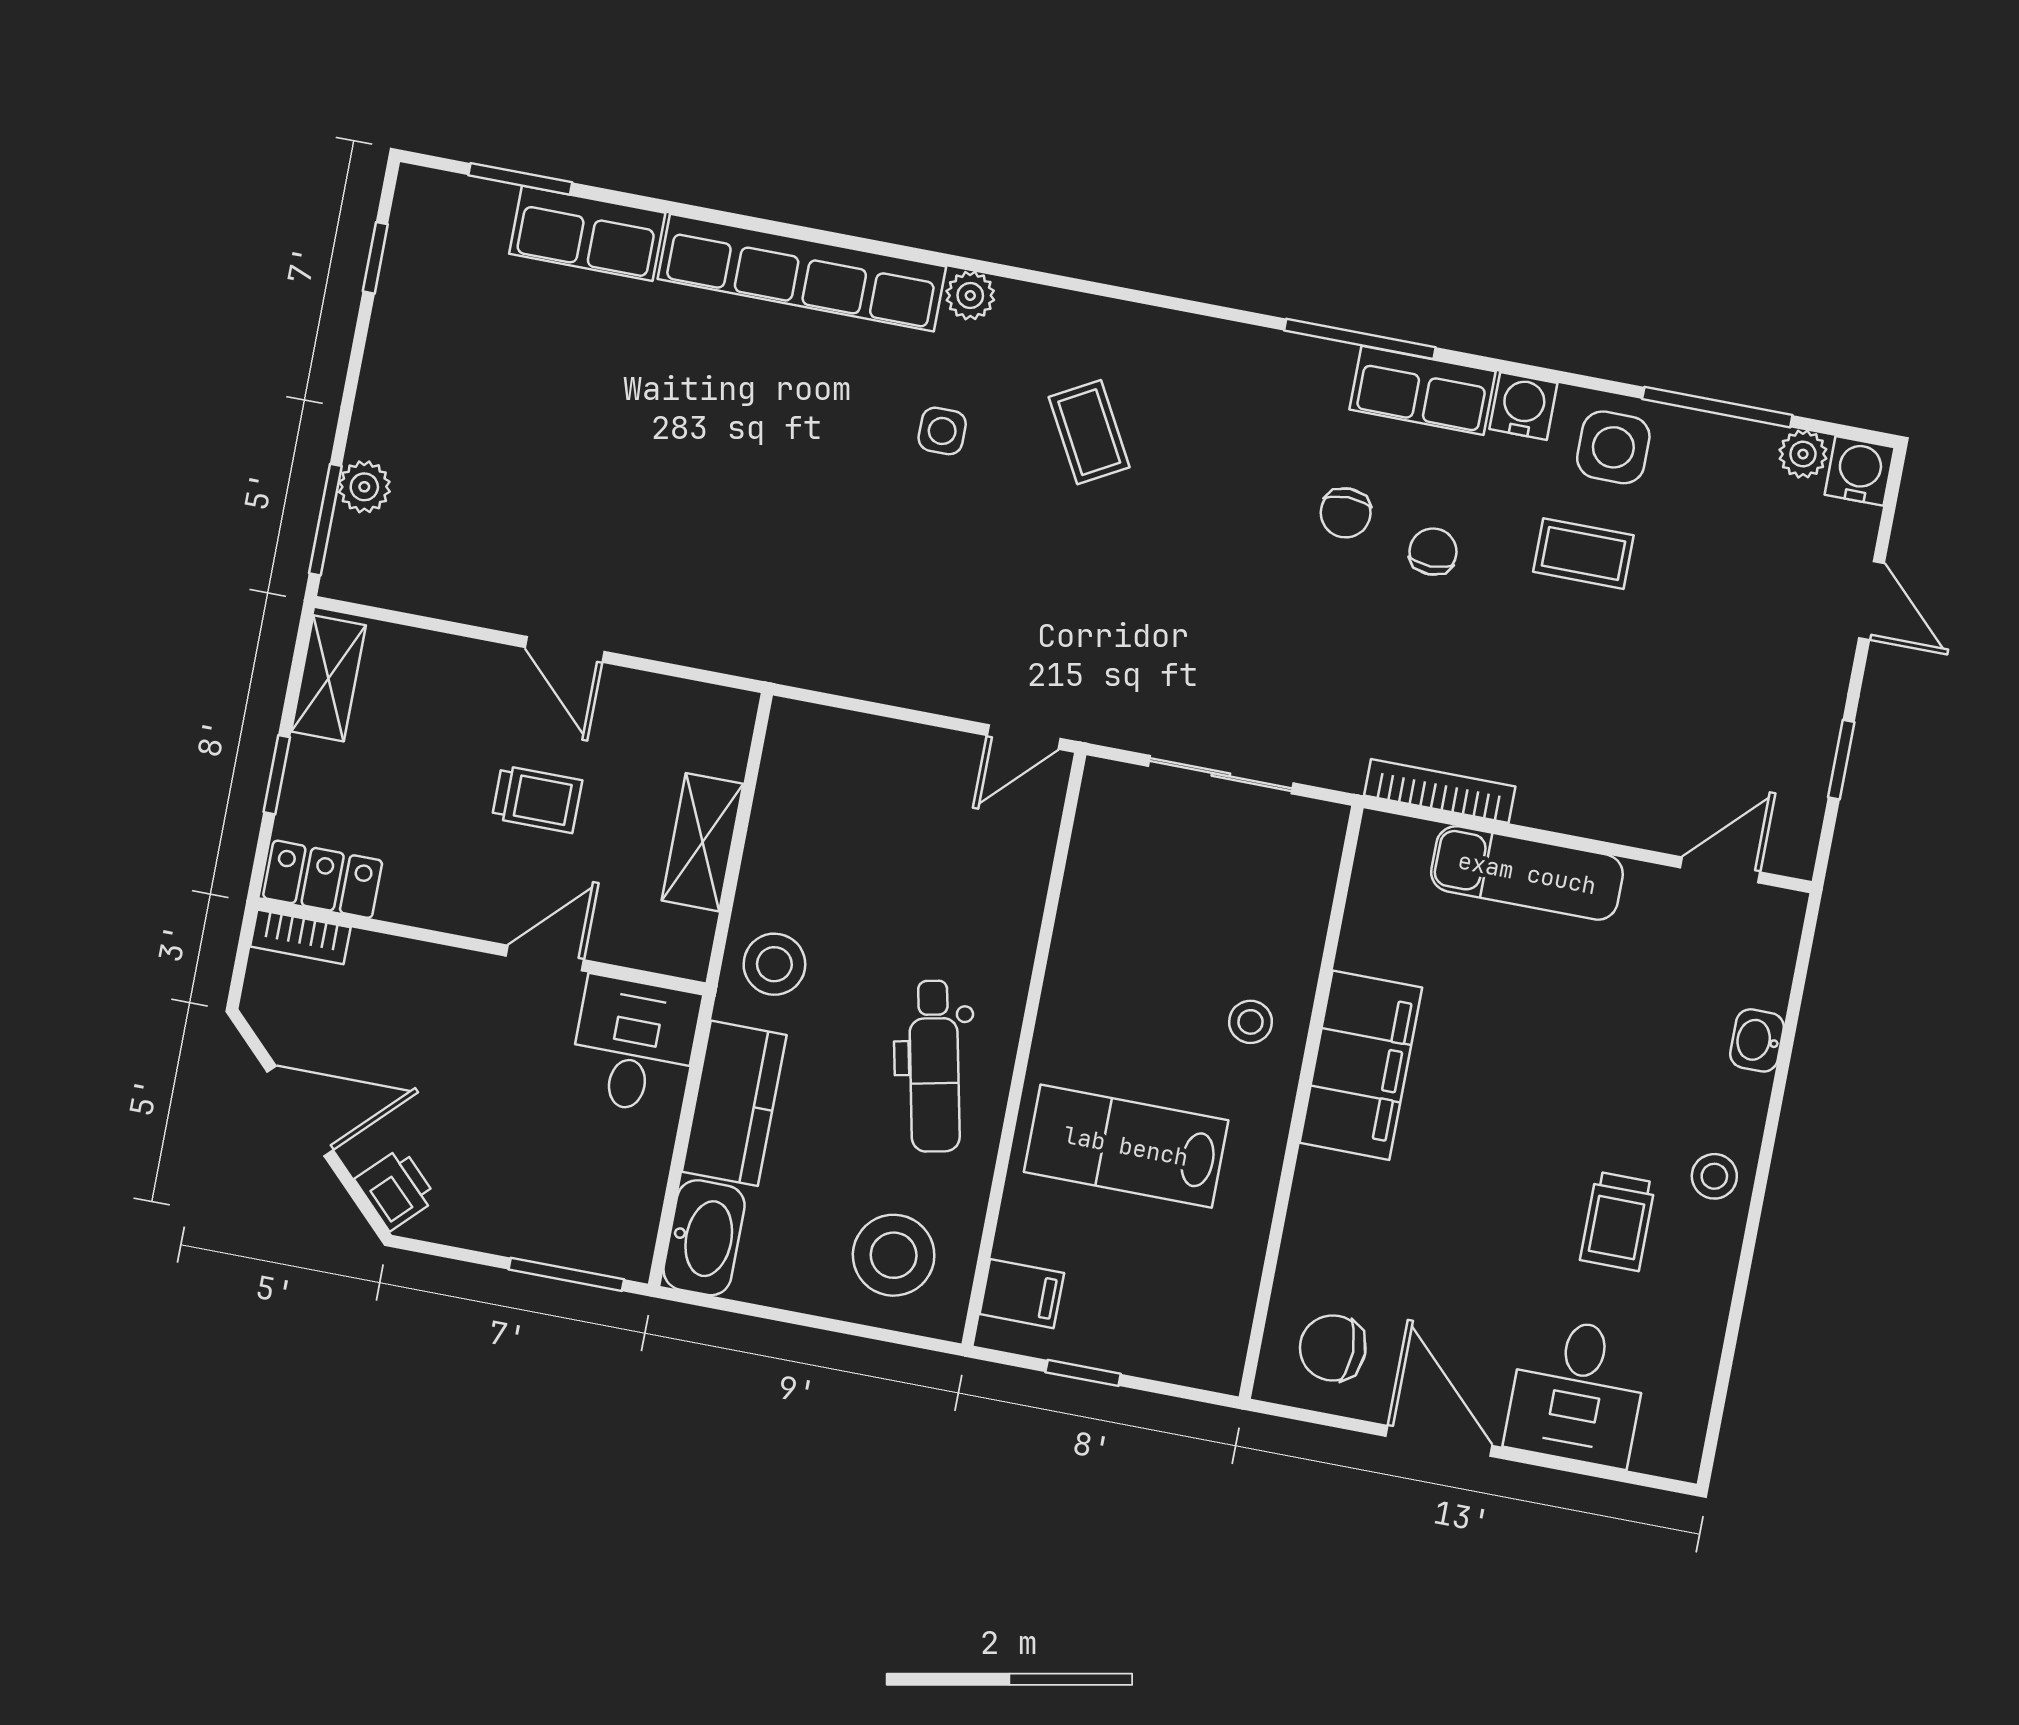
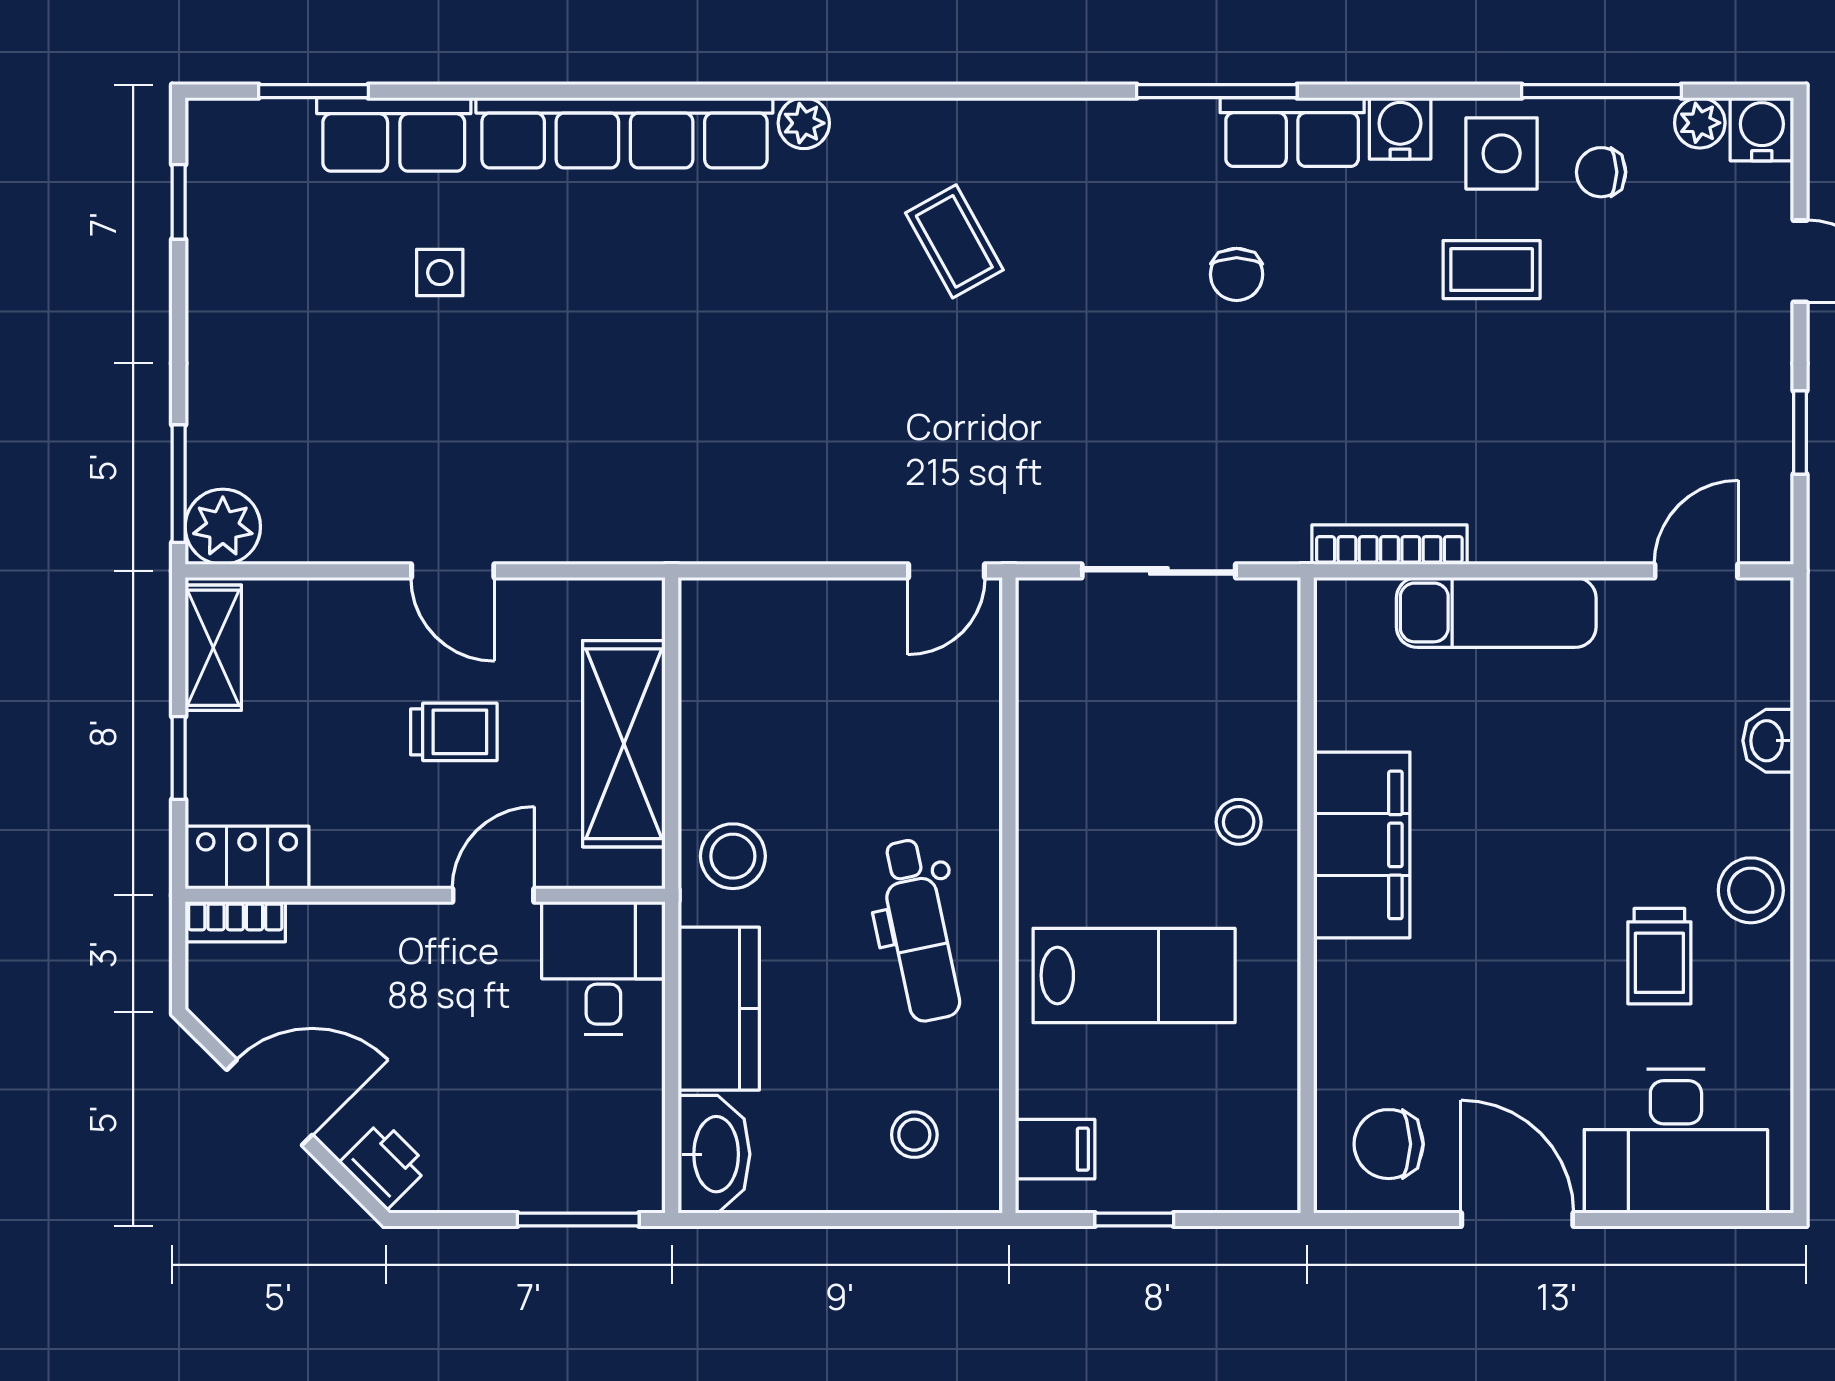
side table: (942, 431) -> (440, 273), moved
plant: (364, 487) -> (223, 527), moved, width x1.38, depth x1.38
chair: (1433, 552) -> (1601, 172), moved, turned -90
shelving: (703, 842) -> (624, 744), width x1.50, depth x1.33
lab bench: (1126, 1146) -> (1134, 975), turned 180
stool: (1714, 1176) -> (1751, 890), width x1.37, depth x1.37
stool: (894, 1255) -> (914, 1135), width x0.53, depth x0.53
desk: (1577, 1392) -> (1676, 1141), width x1.37

